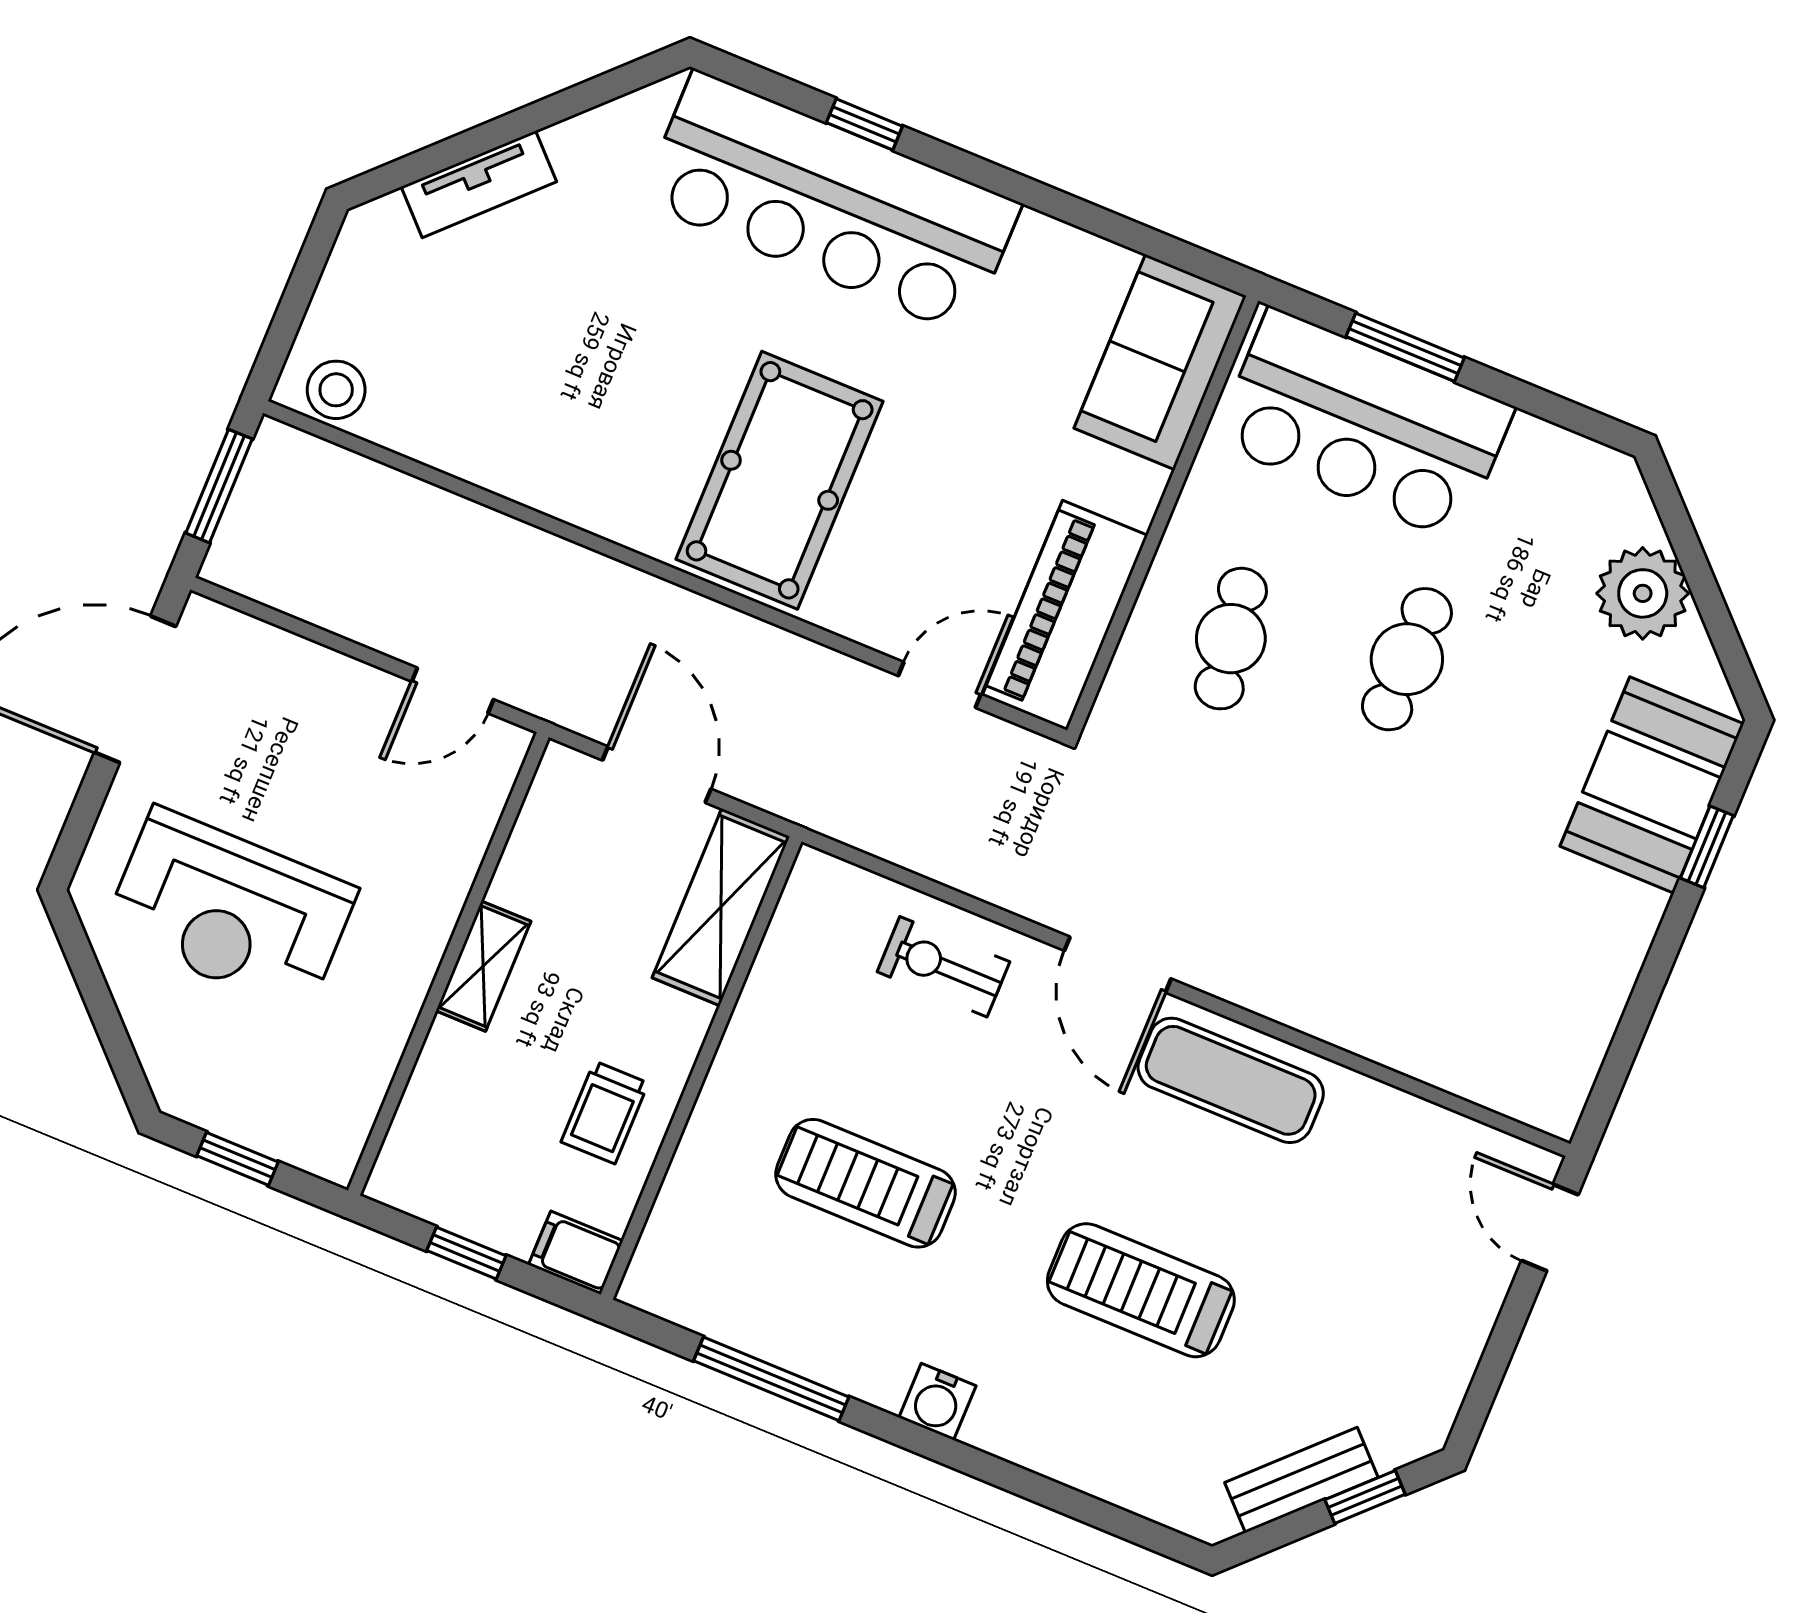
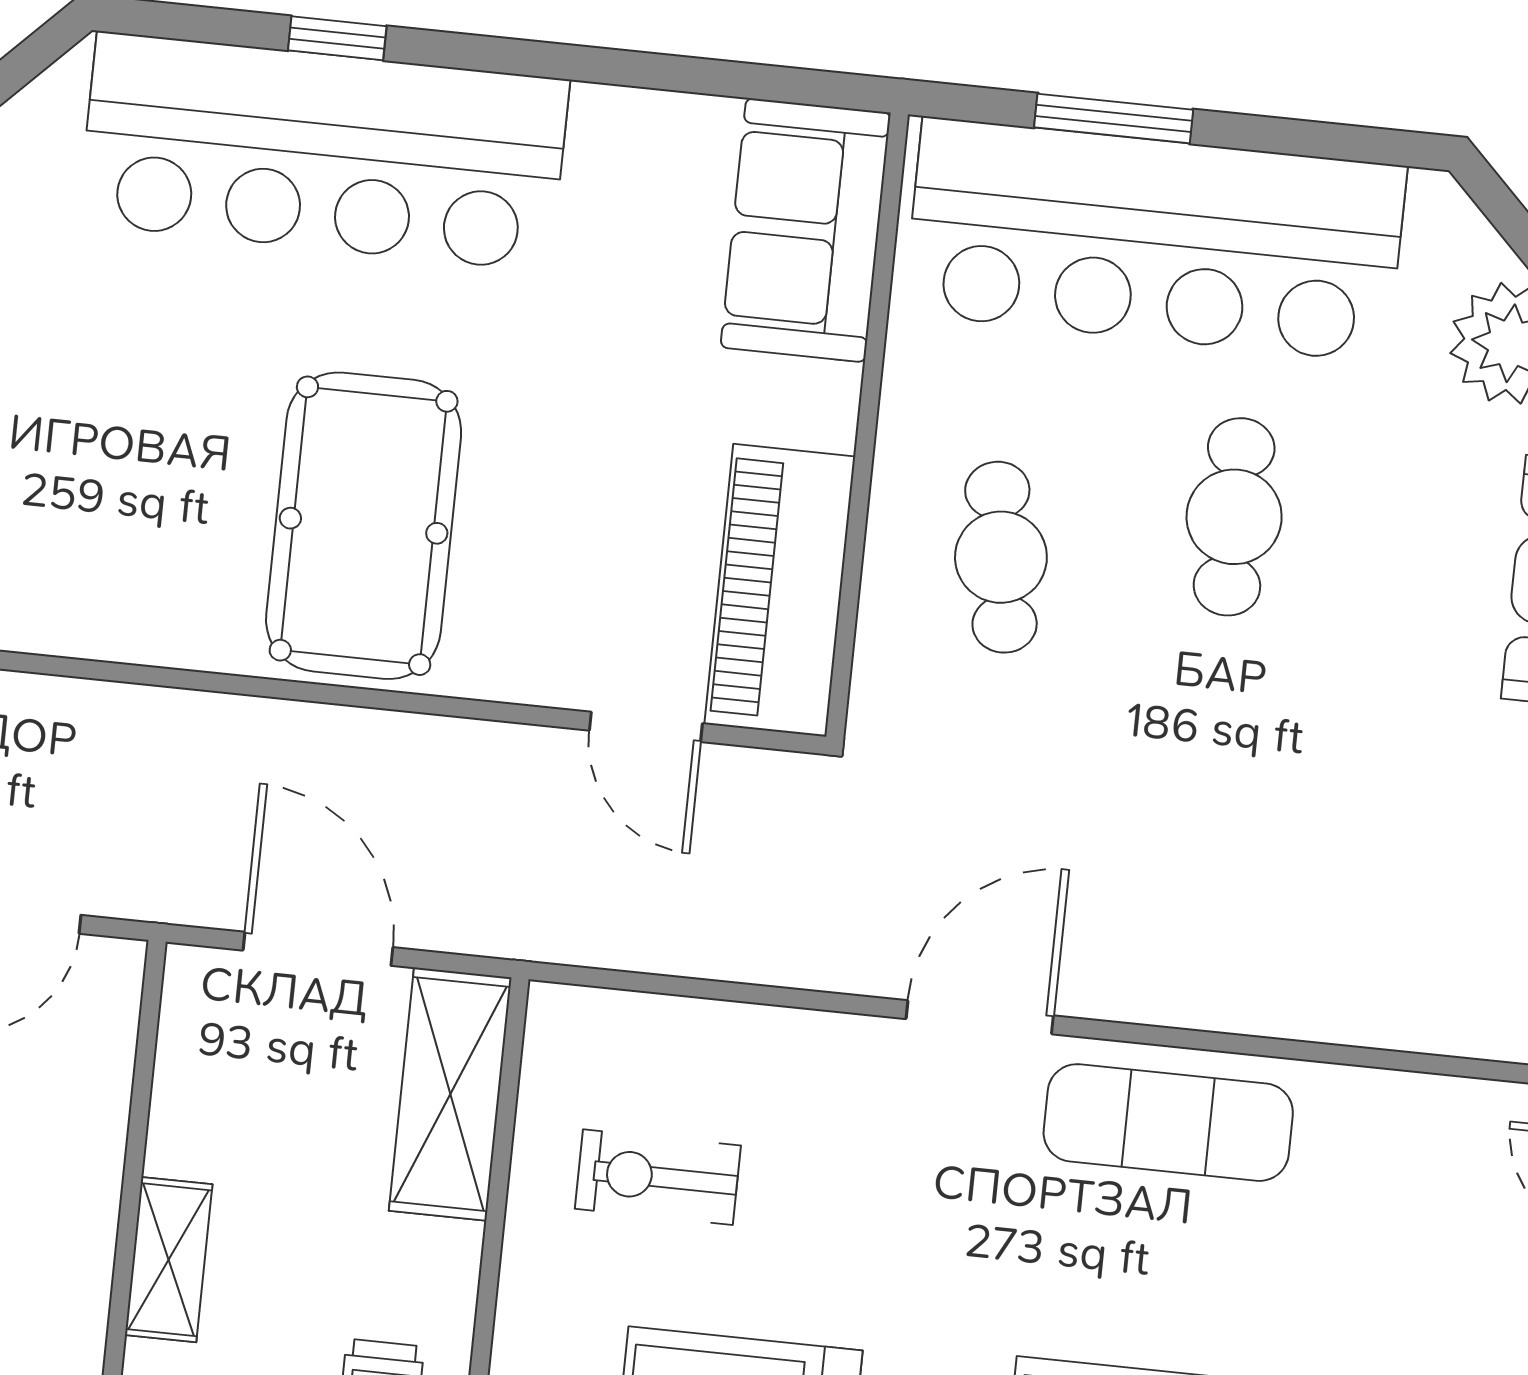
bar counter: (1364, 425) -> (1155, 240), width x1.36
door: (940, 685) -> (646, 727), swing flipped
door: (1118, 965) -> (980, 1017), swing flipped
exercise bike: (943, 967) -> (658, 1177), moved

